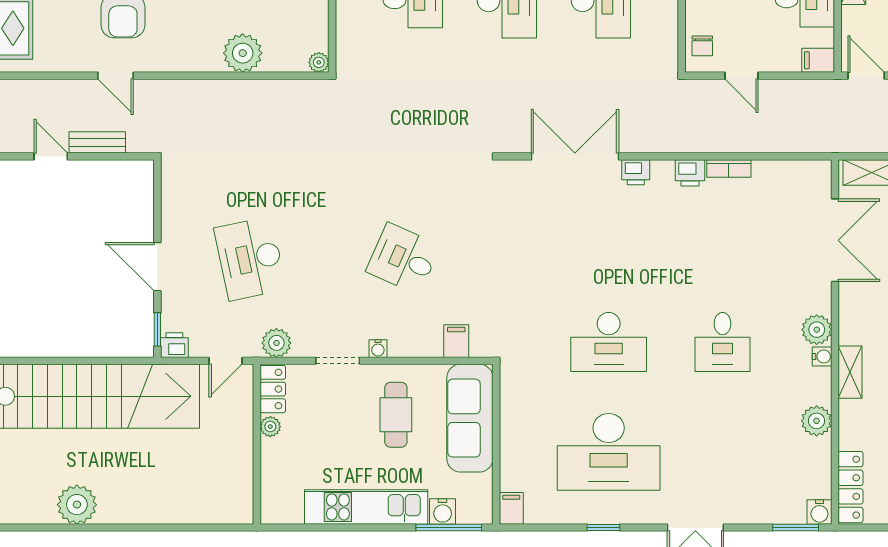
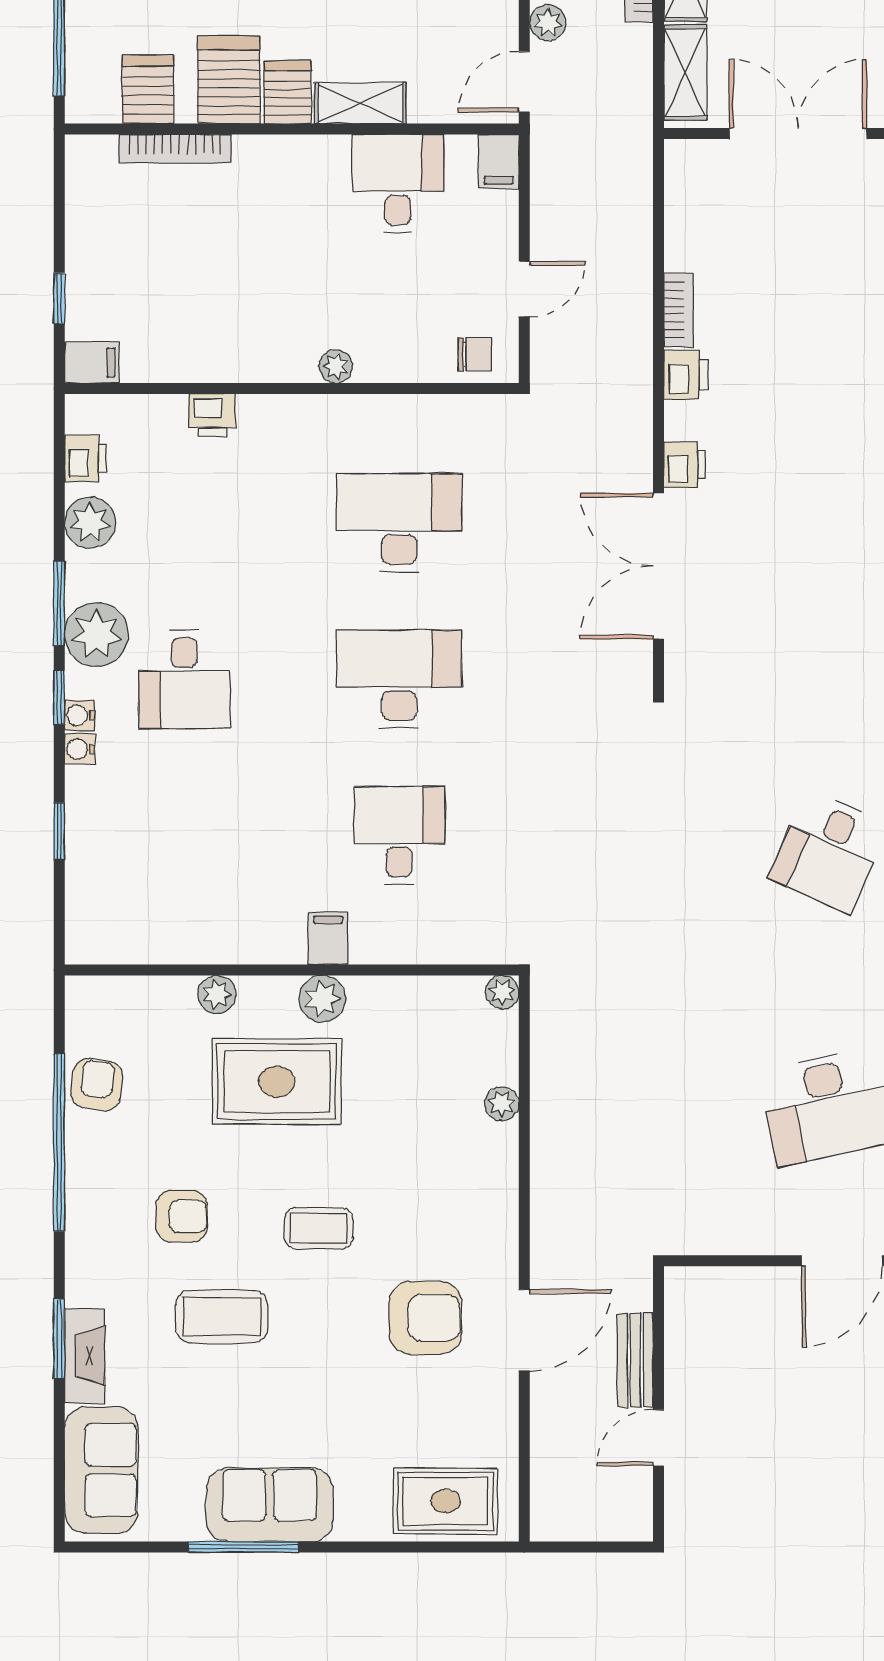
plant: (243, 53) -> (502, 1104), width x0.53, depth x0.53
door: (116, 76) -> (524, 1330), width x1.38

